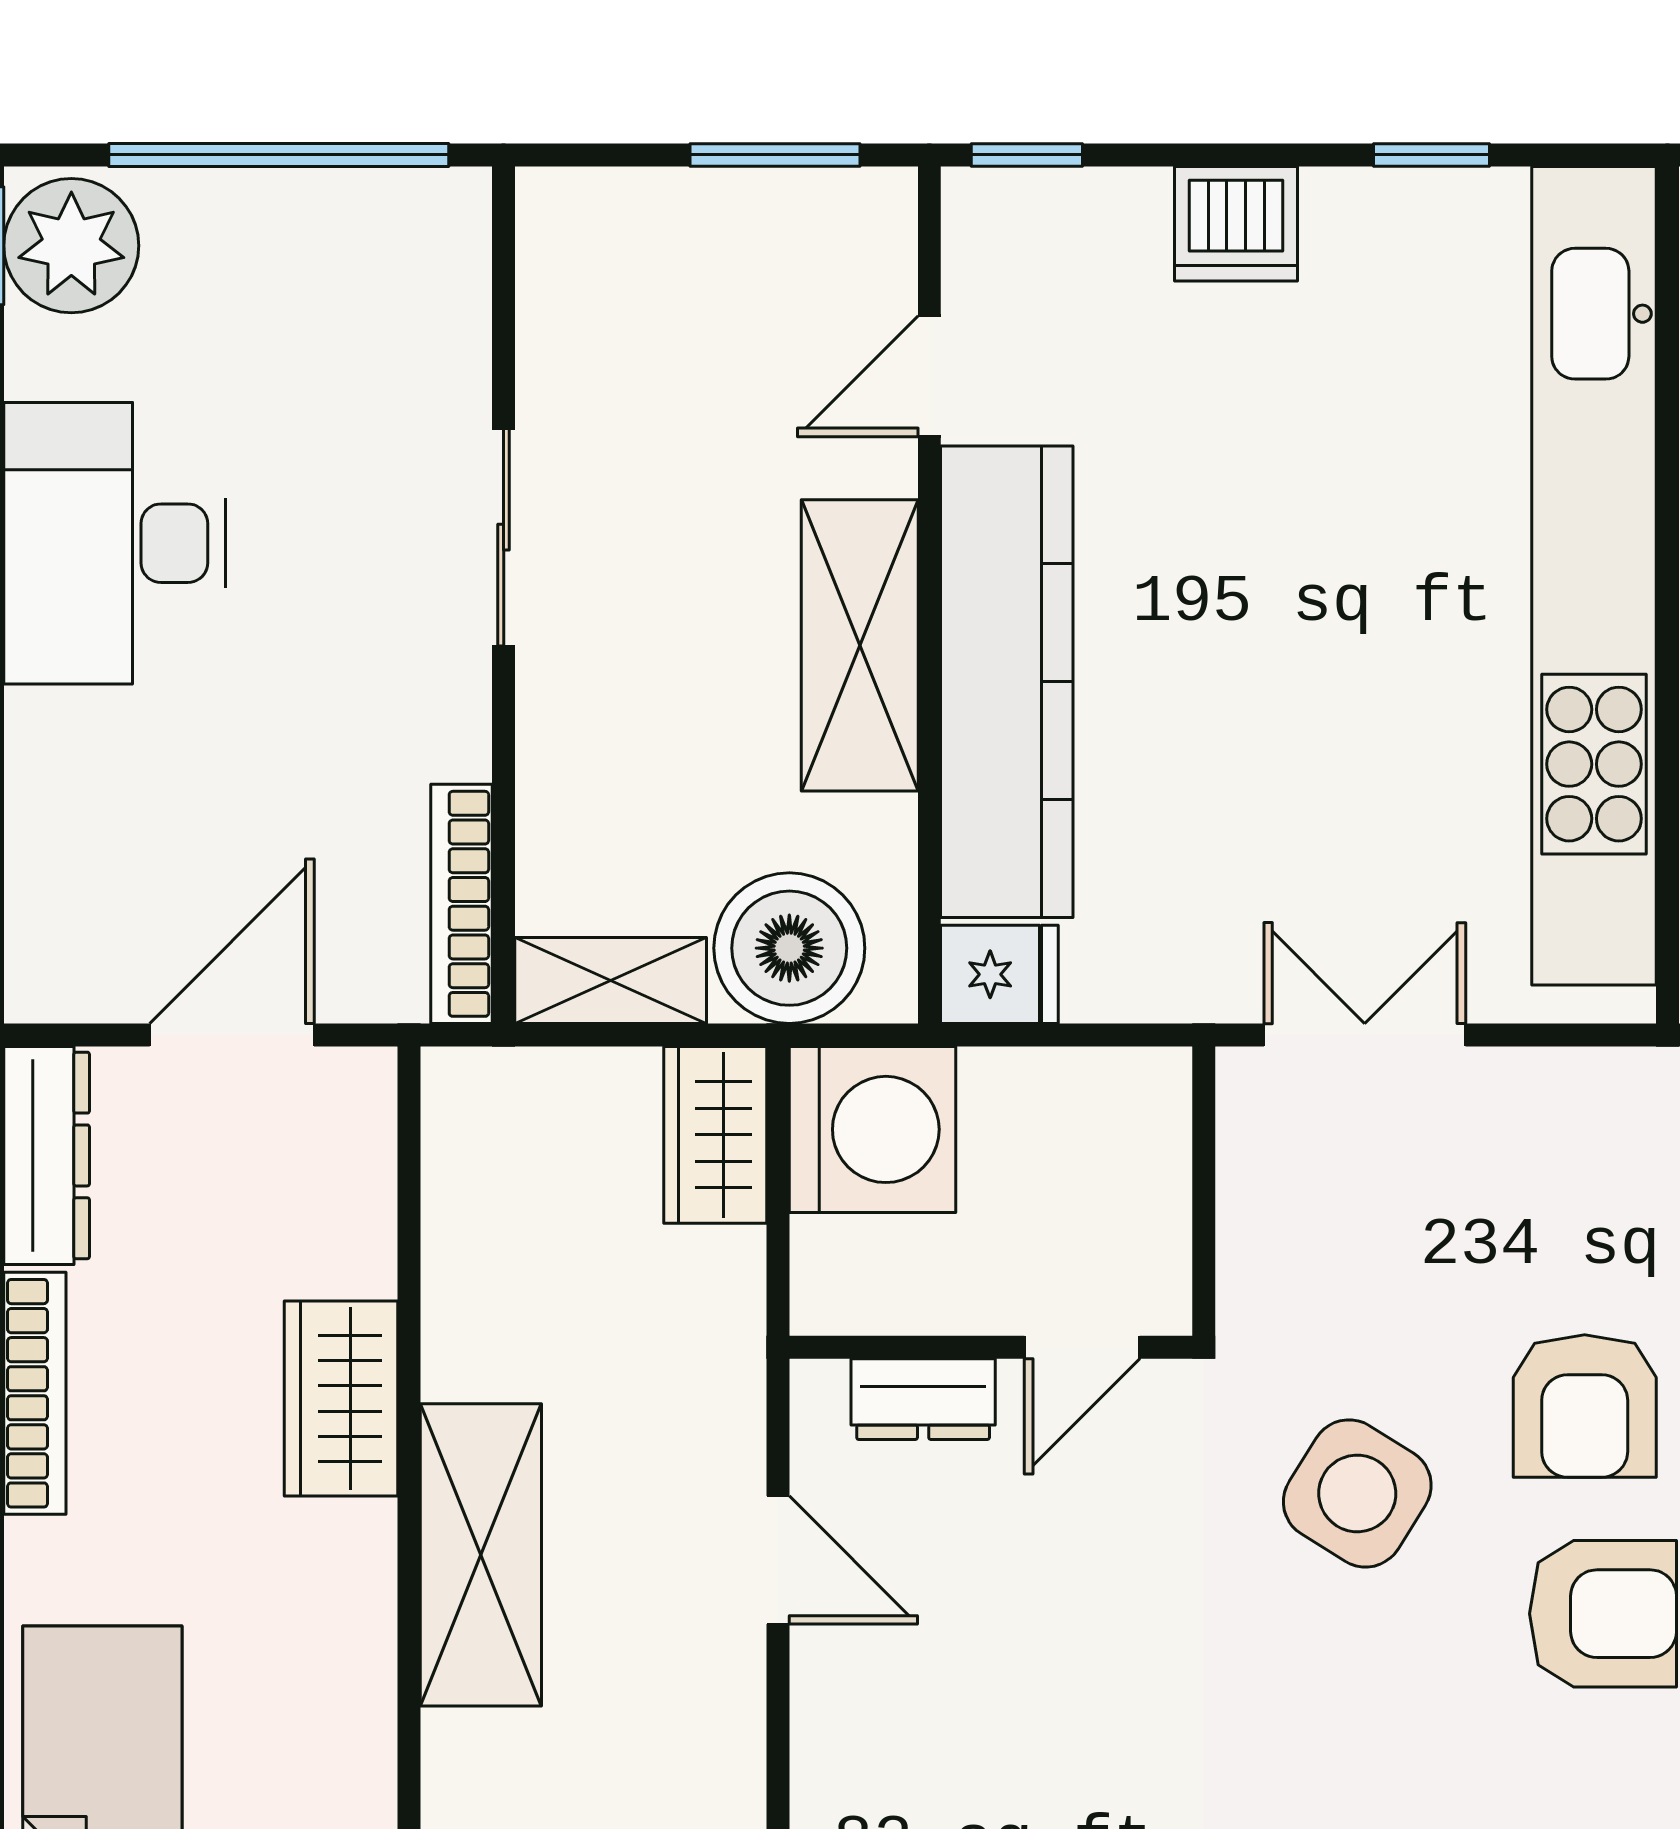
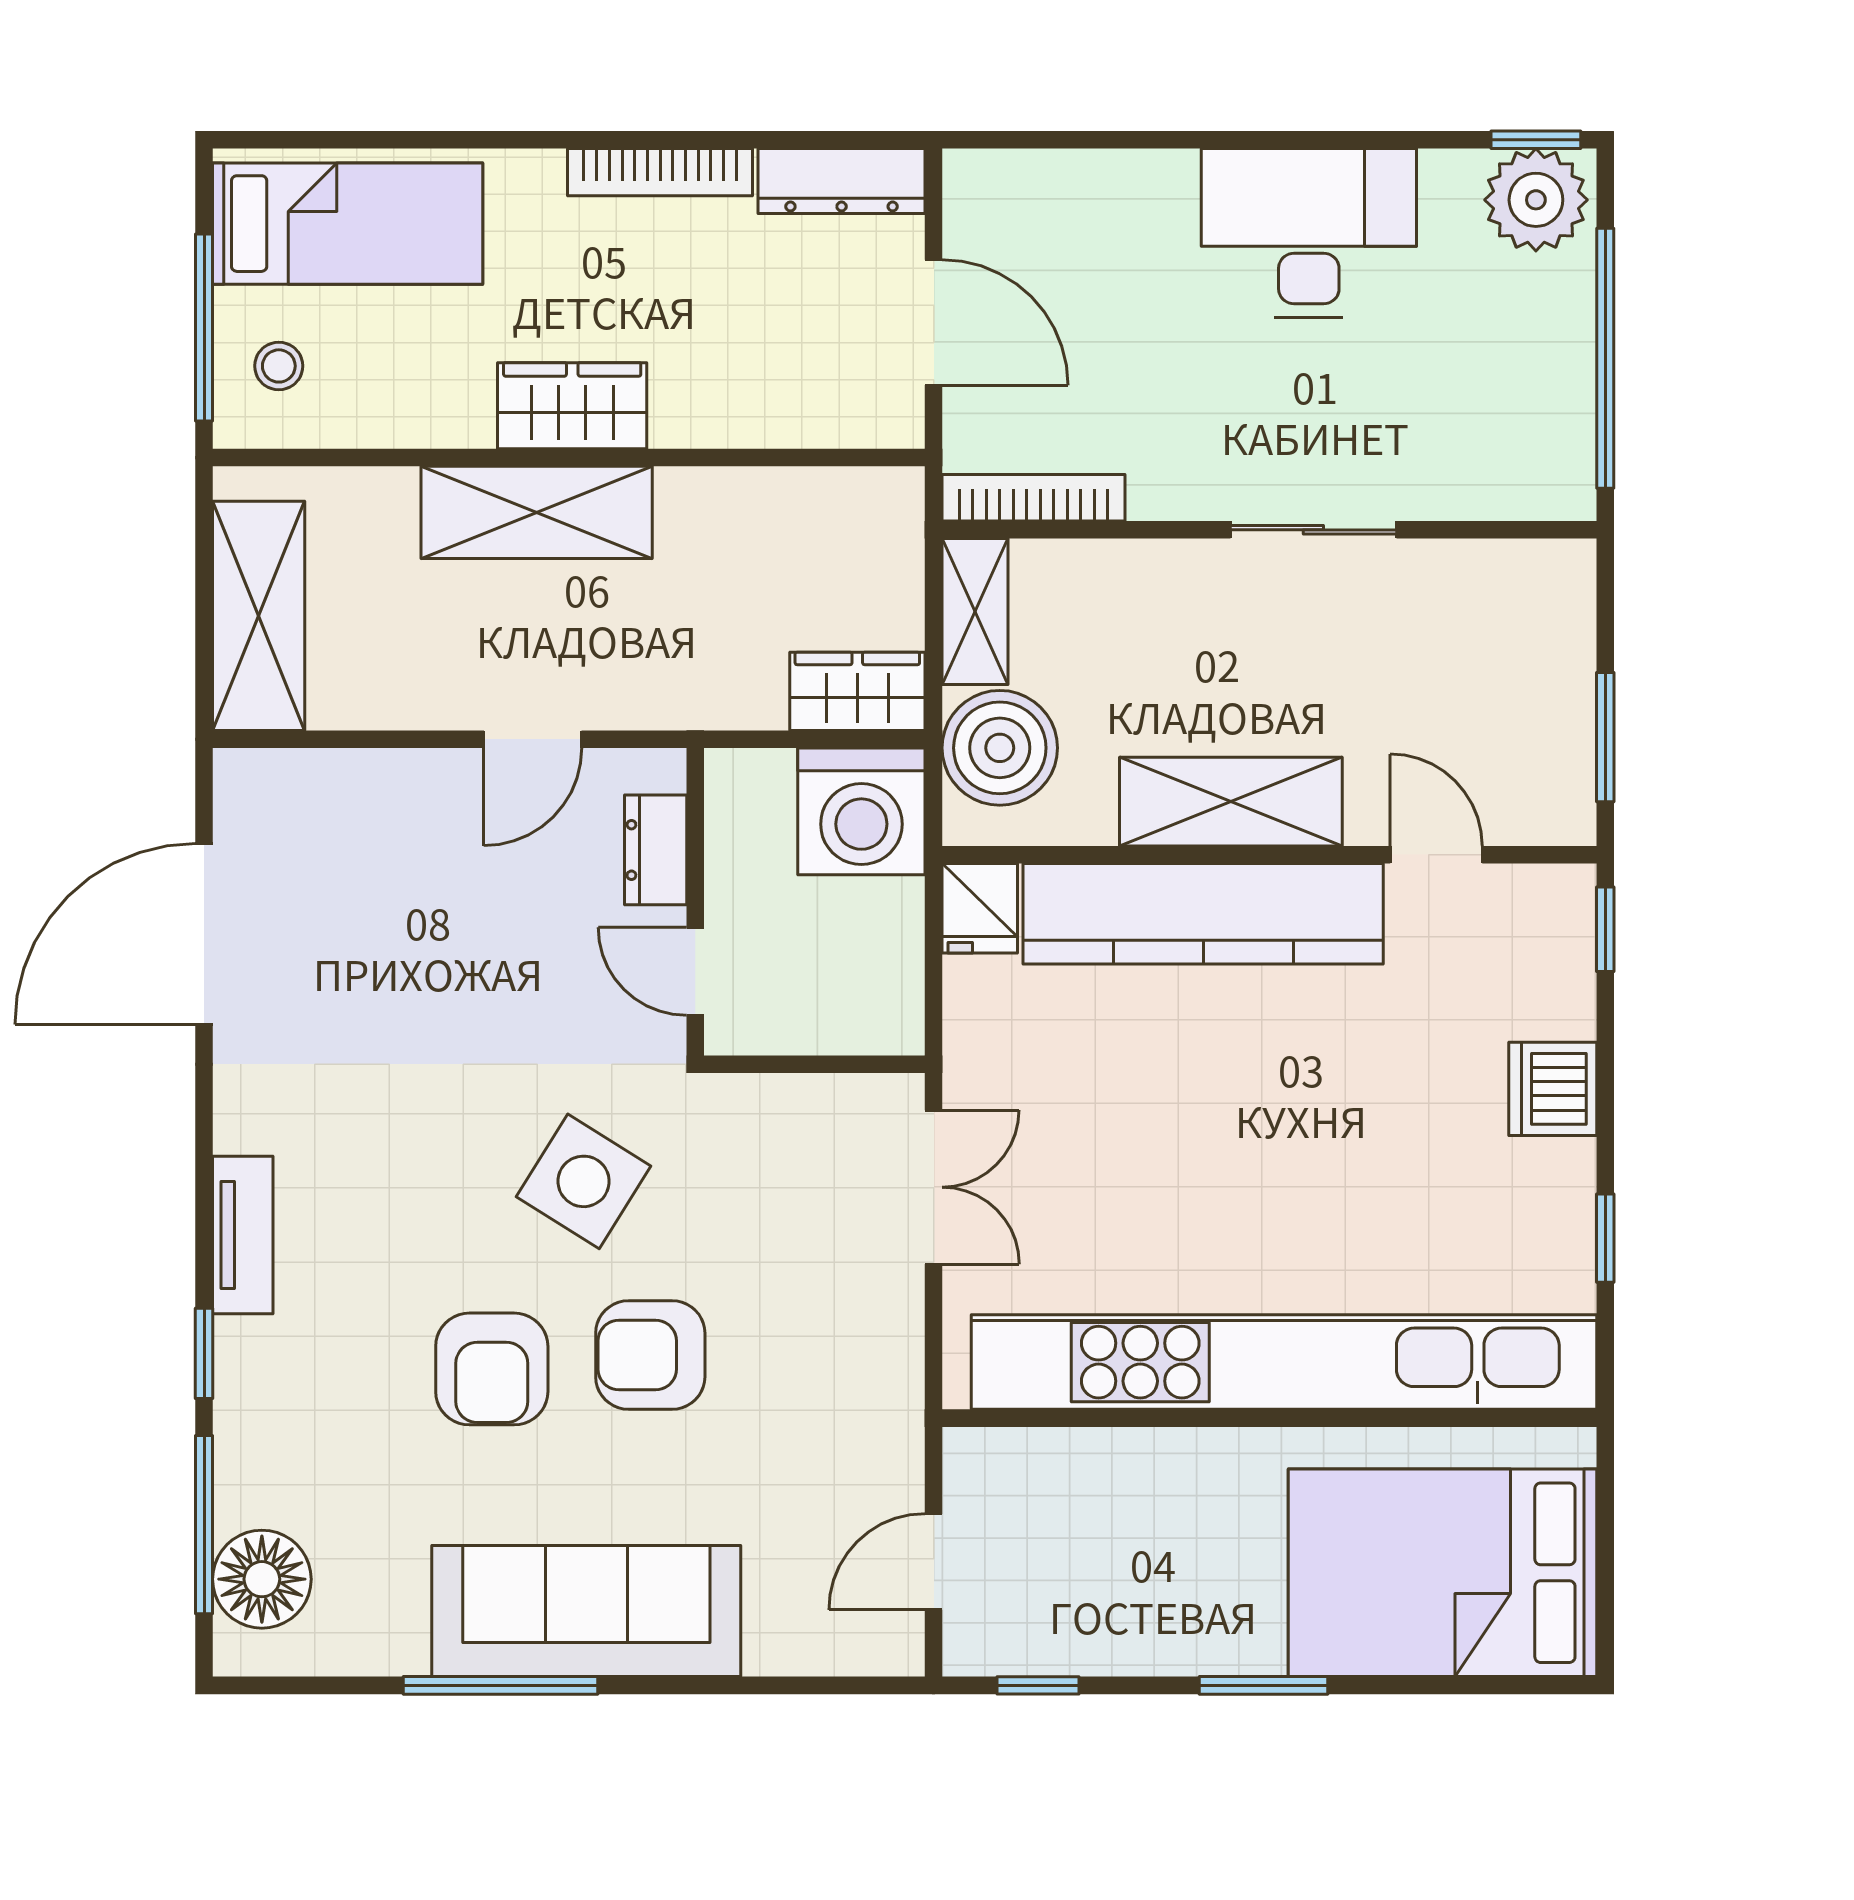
wardrobe: (341, 1398) -> (572, 406), moved

